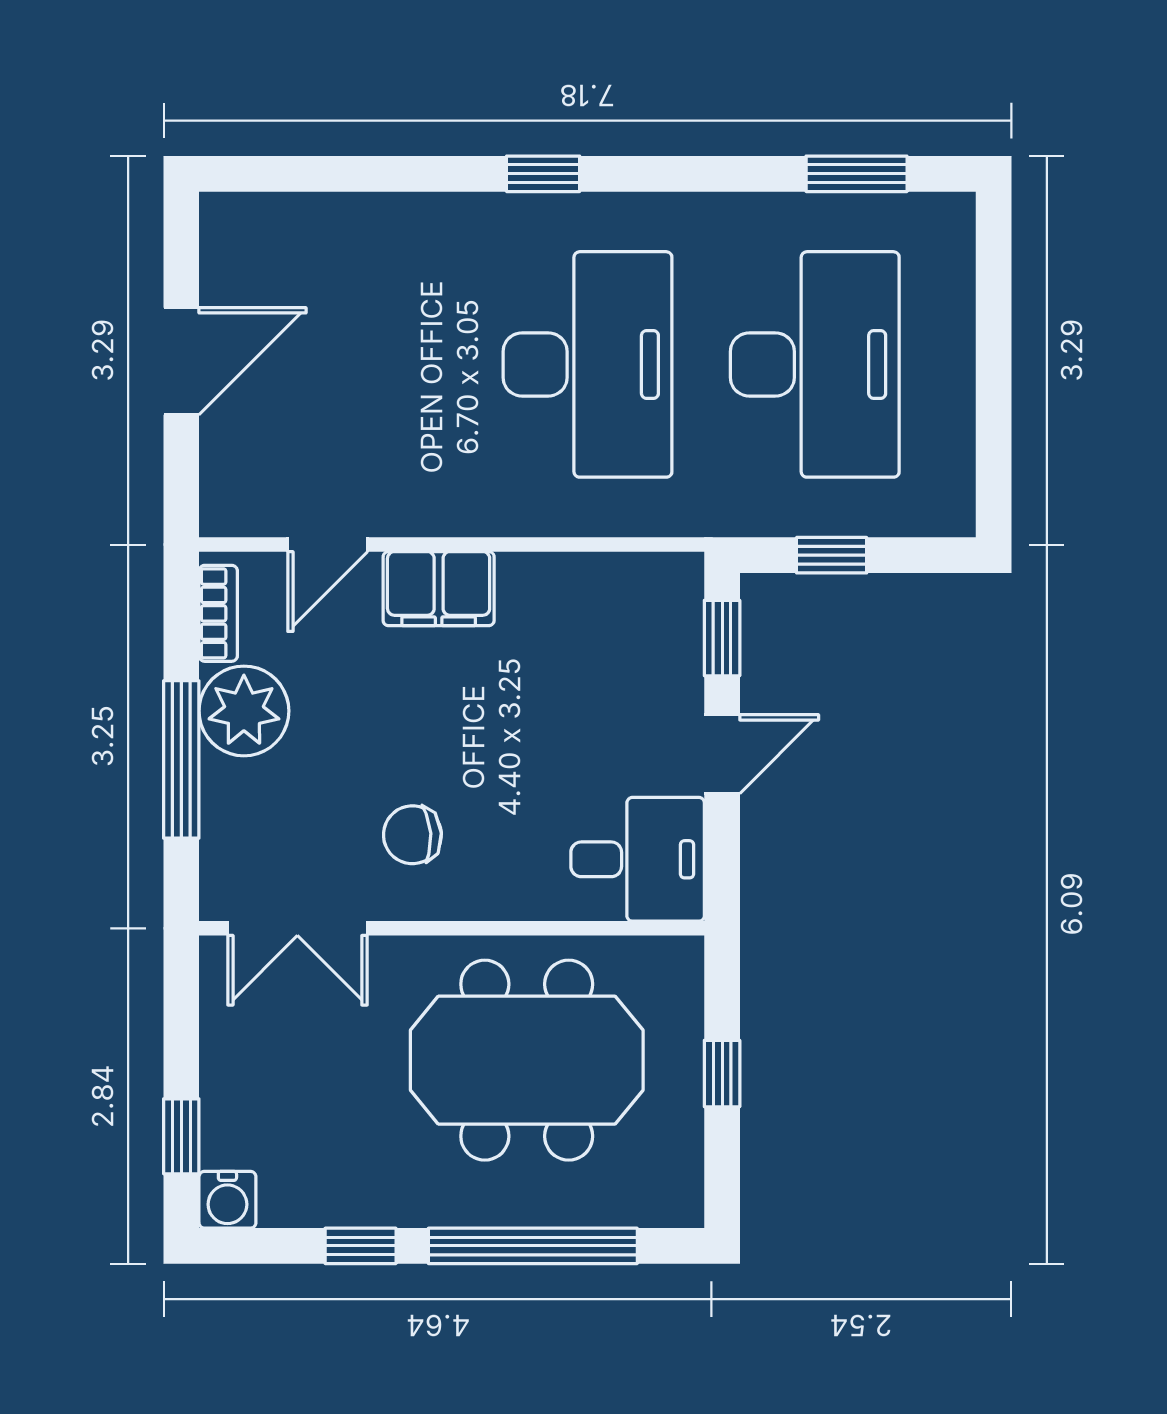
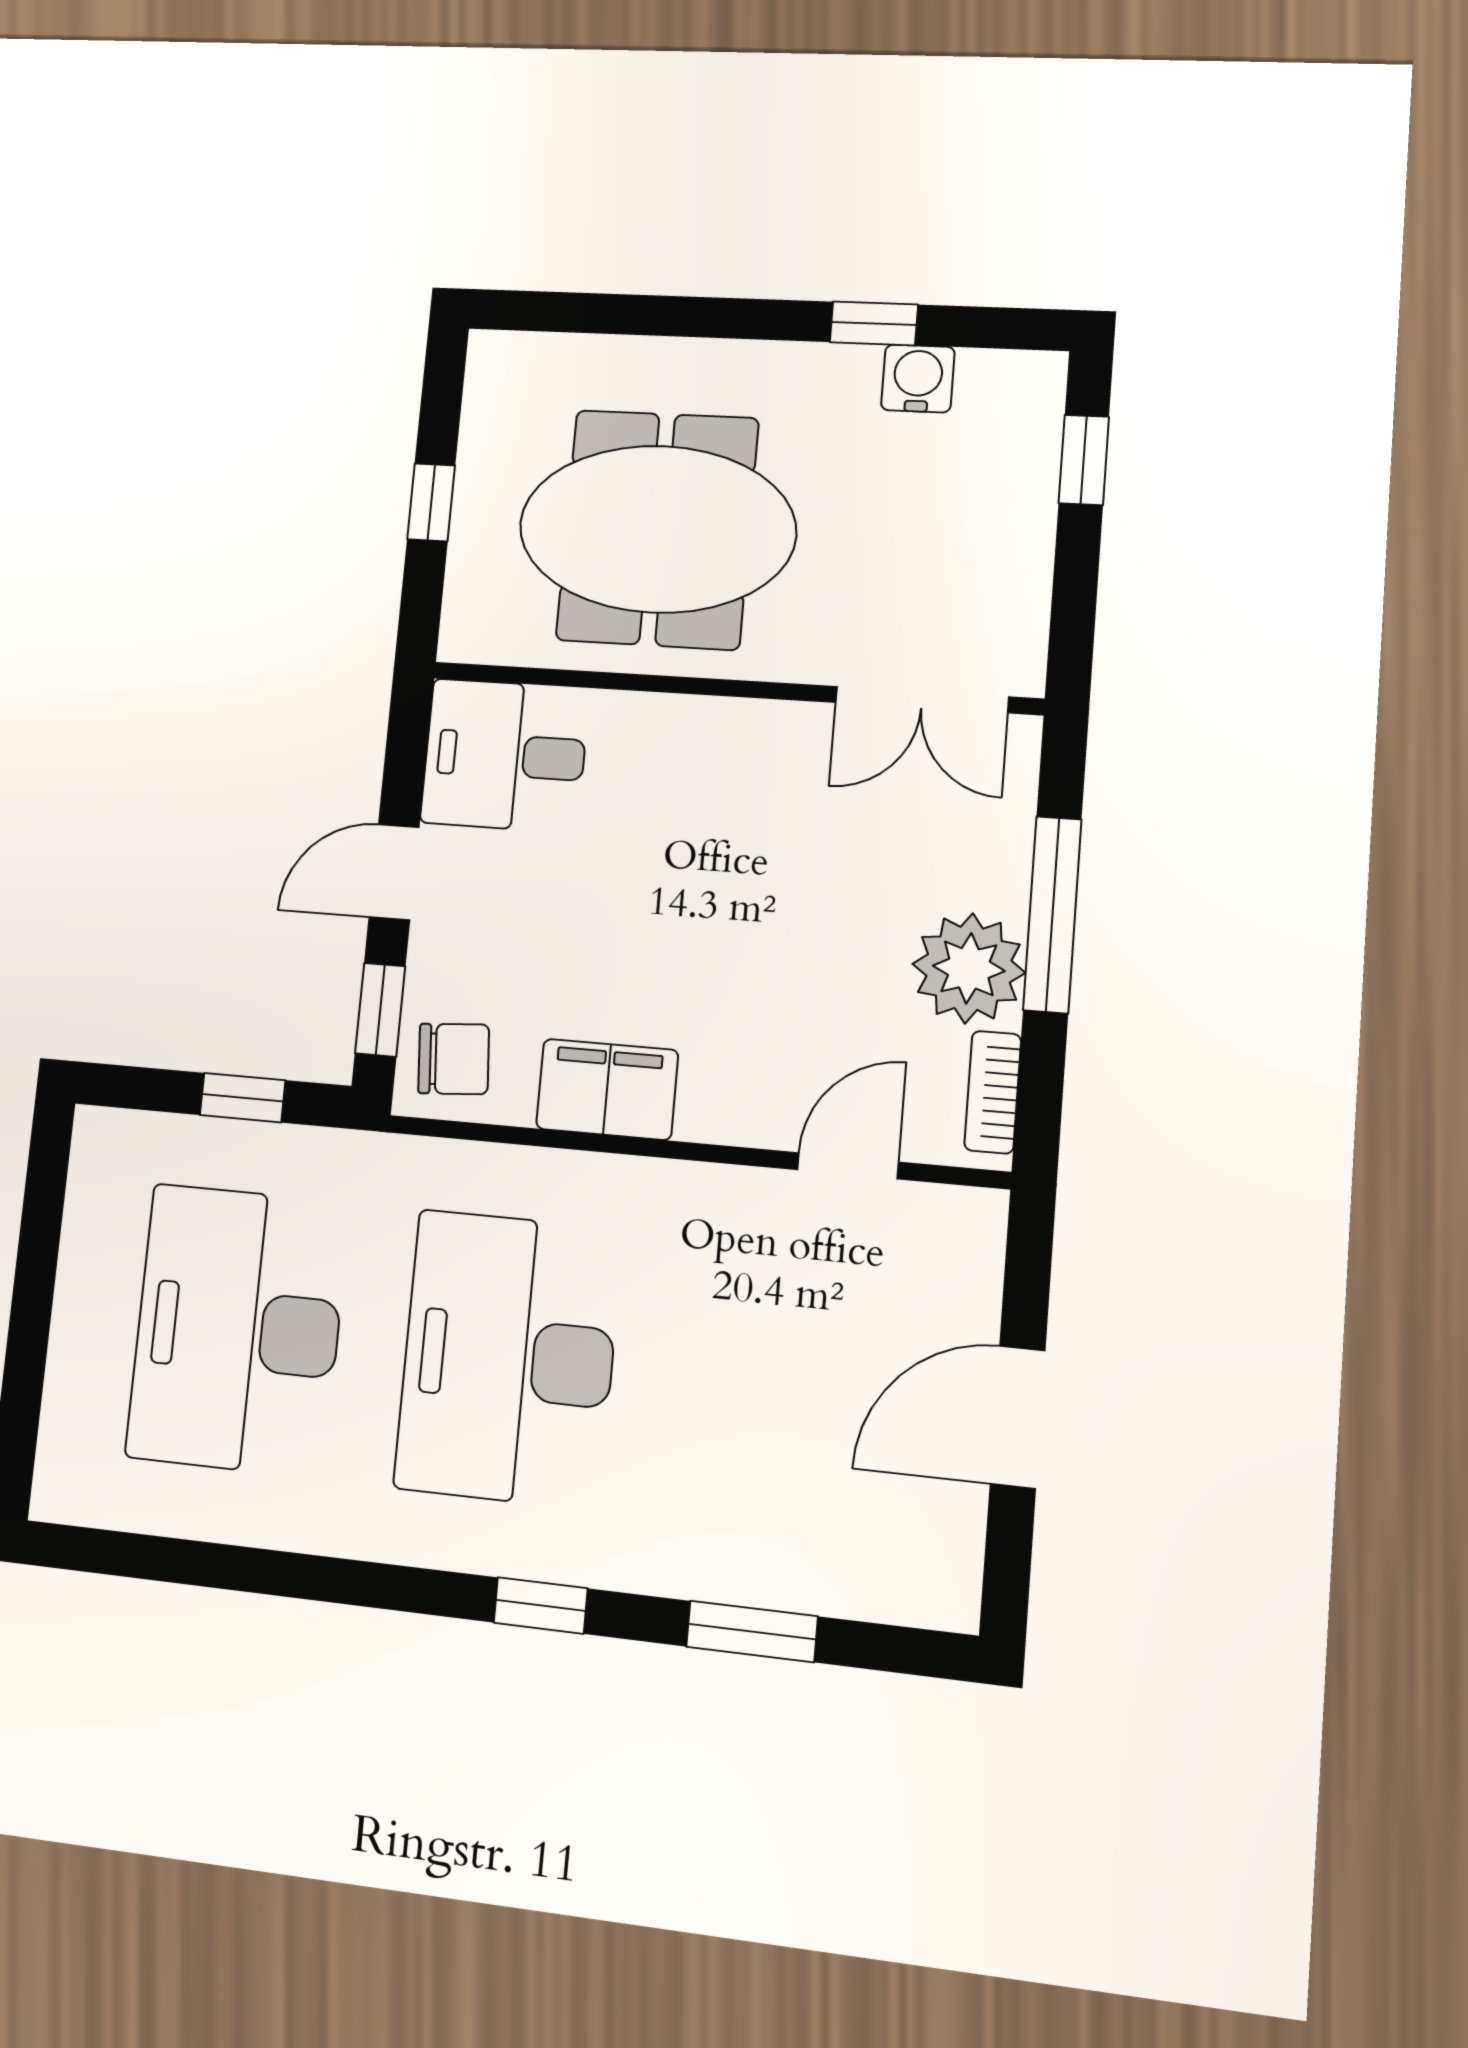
window: (857, 174) -> (752, 1631), moved
filing cabinet: (439, 589) -> (607, 1089), moved
chair: (412, 835) -> (454, 1059), moved
double door: (297, 928) -> (922, 700), swing flipped
water cooler: (227, 1200) -> (918, 378), moved
window: (533, 1246) -> (669, 316), removed

